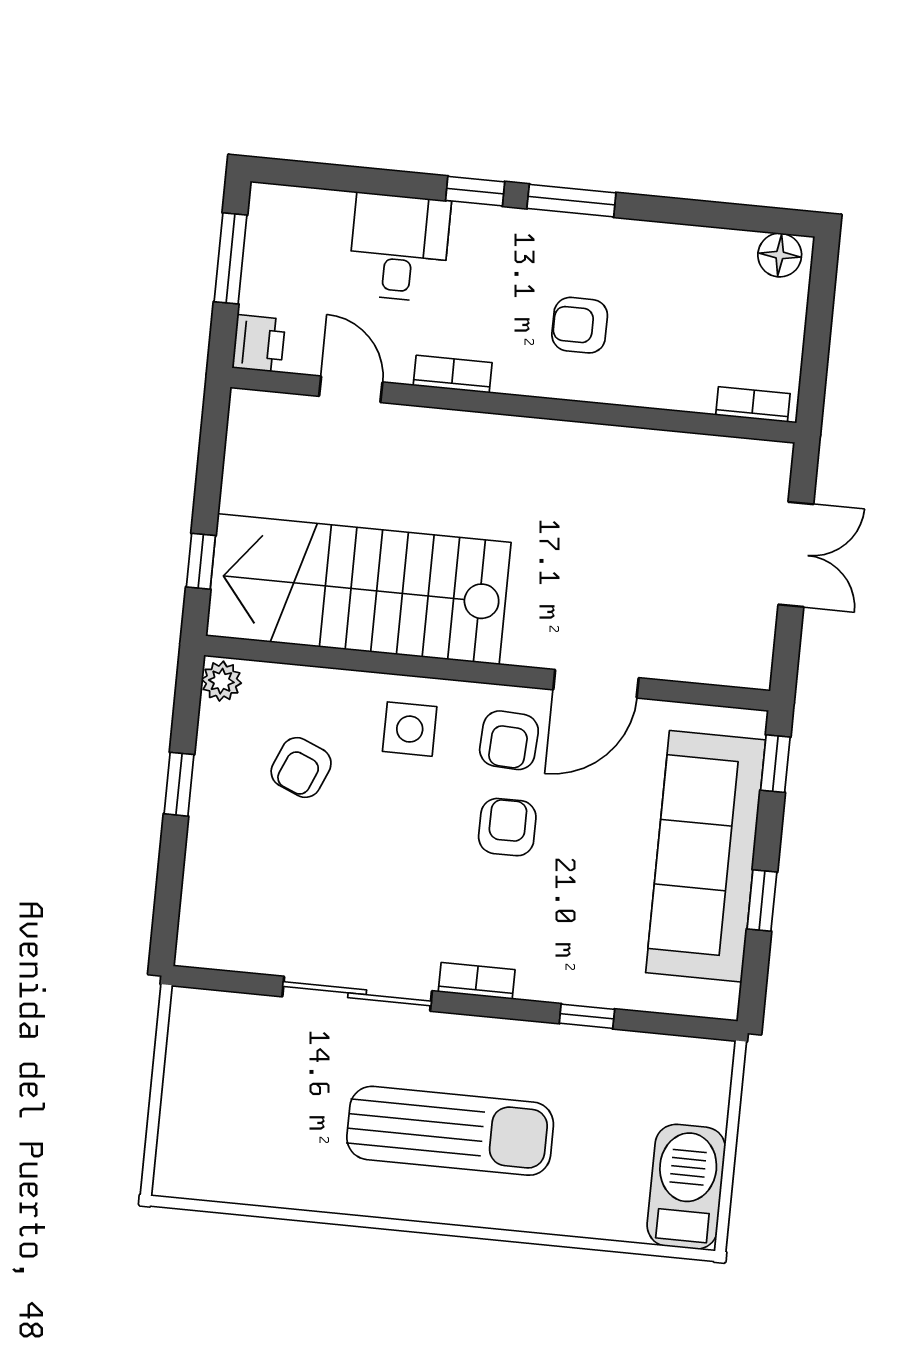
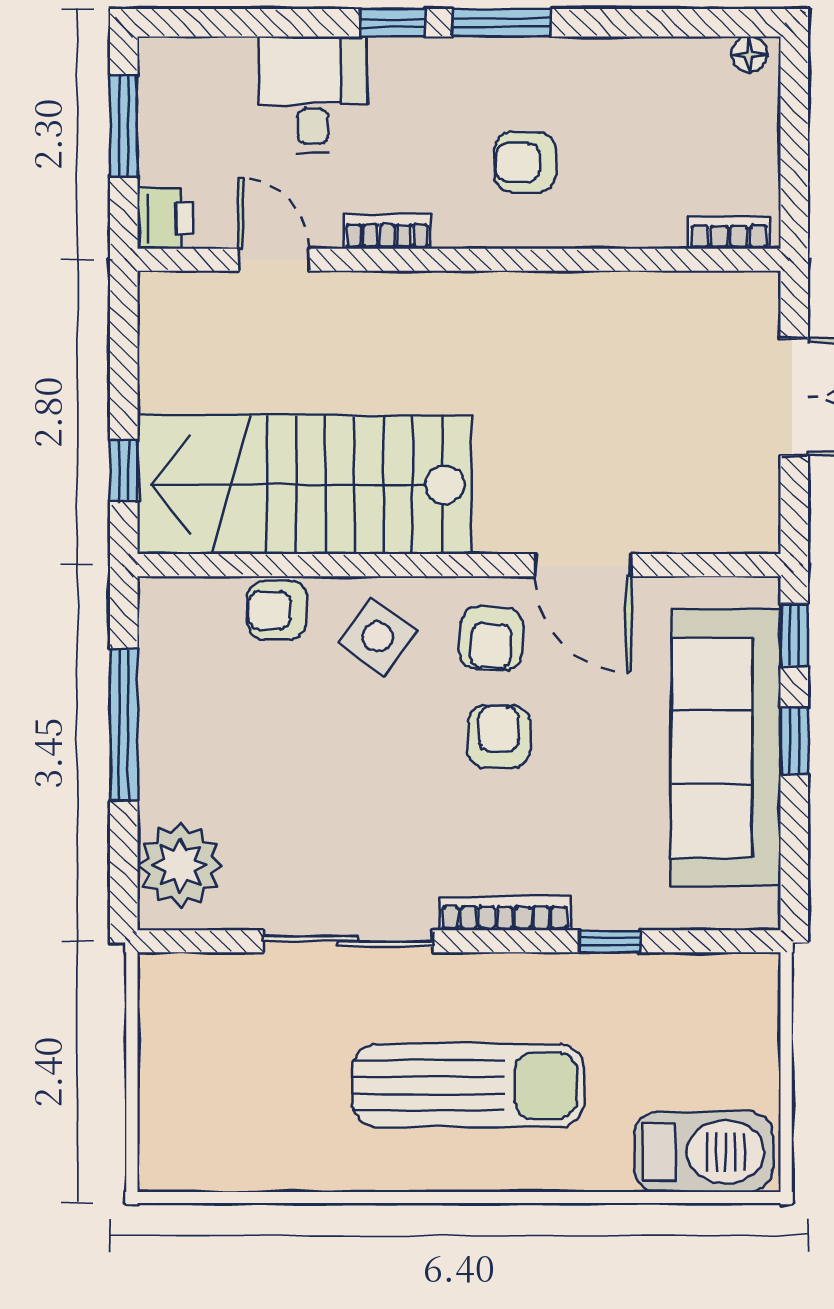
floor lamp: (780, 255) -> (750, 54), width x0.73, depth x0.73
plant: (221, 681) -> (180, 865), moved, width x1.87, depth x1.87
door: (596, 684) -> (583, 565), hinge flipped
side table: (410, 729) -> (378, 637), turned 35
armchair: (301, 768) -> (277, 610), moved, turned 67
window: (179, 784) -> (124, 725), width x2.17
window: (762, 900) -> (794, 741), moved
bookcase: (477, 981) -> (505, 914), width x1.56
barbecue: (686, 1187) -> (704, 1152), moved, turned 90

